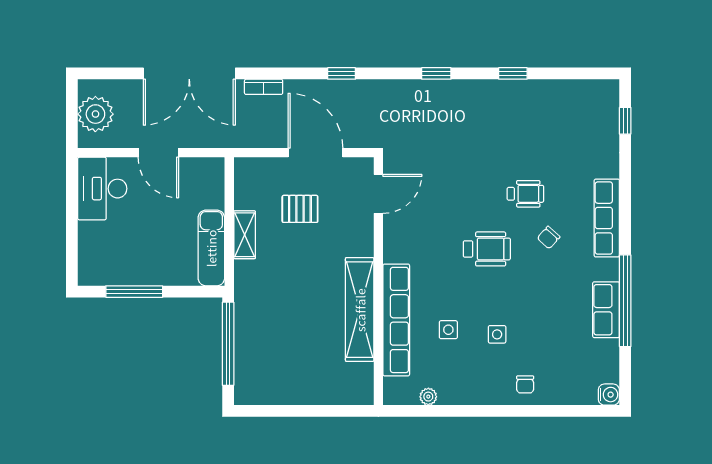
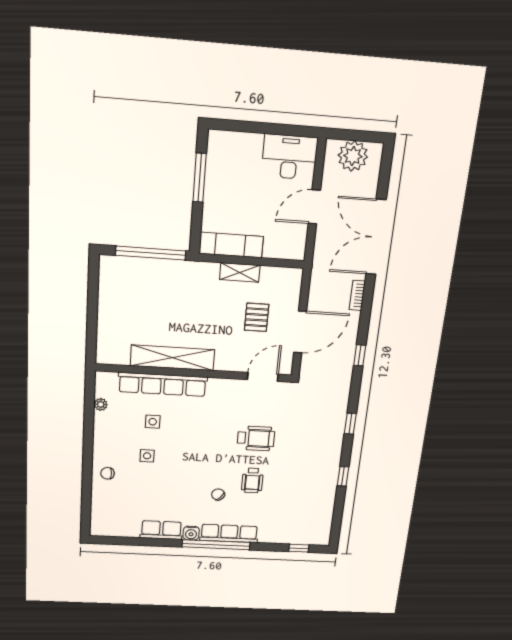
door: (378, 194) -> (263, 377), swing flipped
wheelchair: (487, 249) -> (256, 438), moved, turned -90
window: (625, 301) -> (216, 545), moved
water cooler: (609, 395) -> (191, 533), moved

